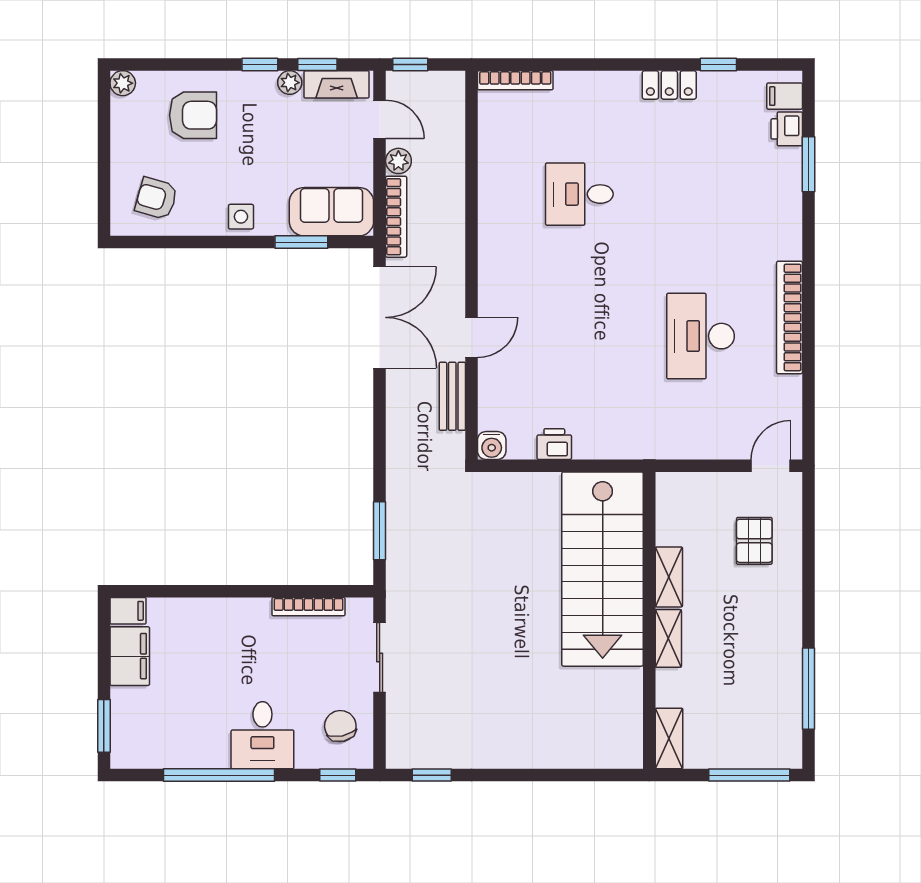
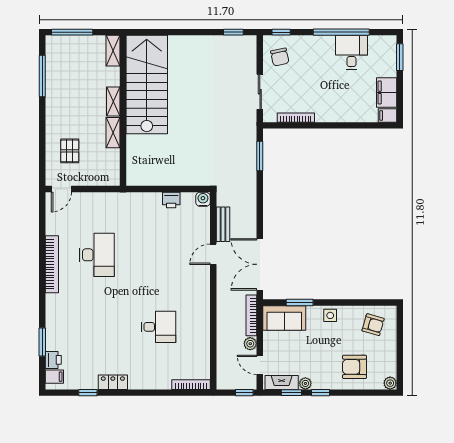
stairs: (603, 569) -> (147, 85), moved
desk: (262, 735) -> (351, 52), moved

